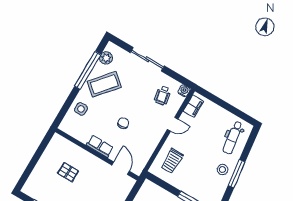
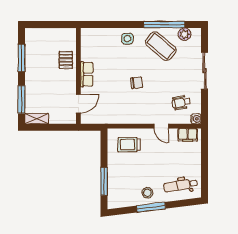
row of seats: (100, 146) -> (87, 74), moved
wall: (97, 154) -> (78, 76), moved
door: (121, 168) -> (78, 104), moved

